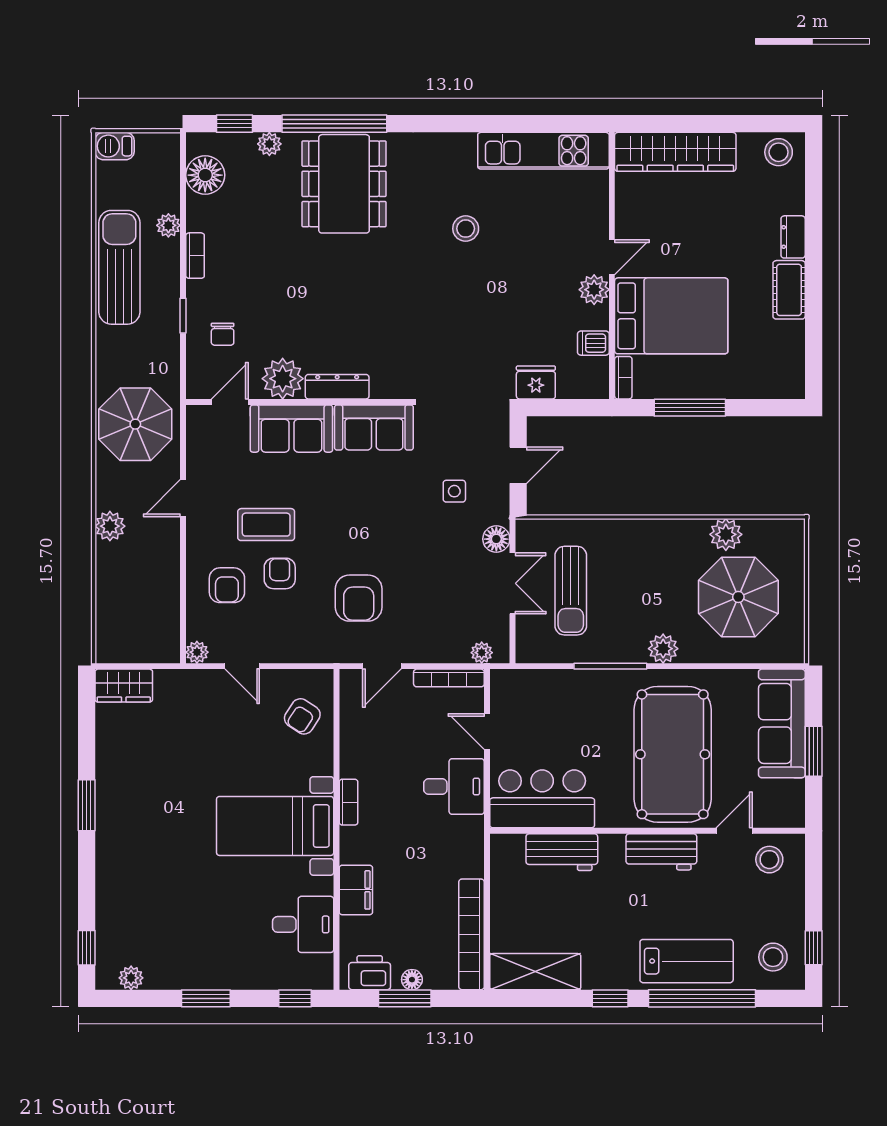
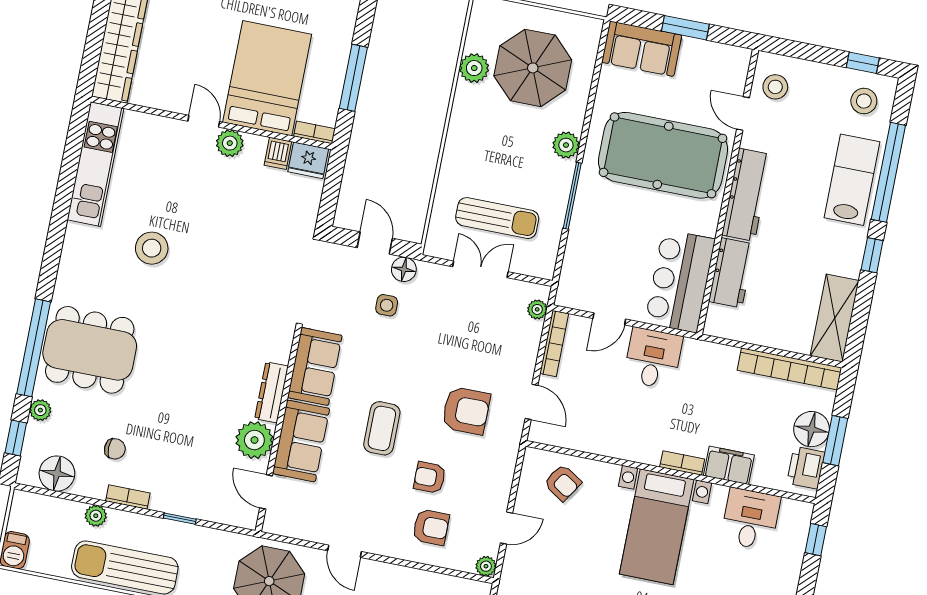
stool: (466, 229) -> (152, 248), width x1.38, depth x1.38
chair: (223, 334) -> (115, 449), moved
fridge: (536, 382) -> (308, 160), moved, turned -90
coffee table: (266, 525) -> (382, 428), moved
floor lamp: (496, 539) -> (404, 269), moved
sofa: (782, 723) -> (642, 49), width x0.73
bookcase: (349, 802) -> (682, 463), moved
workbench: (661, 852) -> (747, 195), width x1.38
floor lamp: (412, 980) -> (812, 429), width x1.89, depth x1.89

